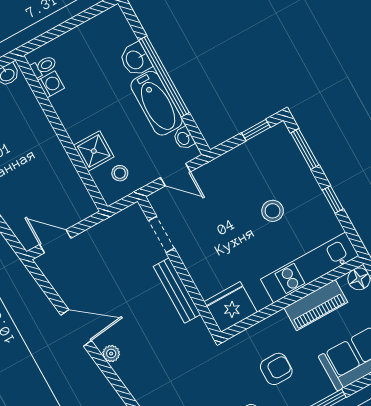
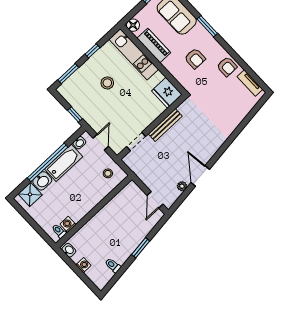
window: (256, 130) -> (75, 115), moved
shower: (94, 151) -> (30, 194), moved
plant: (111, 354) -> (182, 186), moved
armchair: (276, 369) -> (195, 59), turned 180

